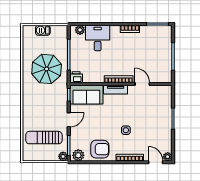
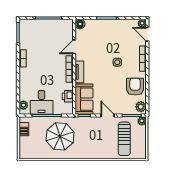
barbecue: (43, 30) -> (24, 129), moved
desk: (98, 38) -> (42, 102), moved, turned -90
printer: (76, 77) -> (68, 96), moved
floor lamp: (167, 90) -> (80, 24), added
door: (156, 162) -> (147, 34), hinge flipped

